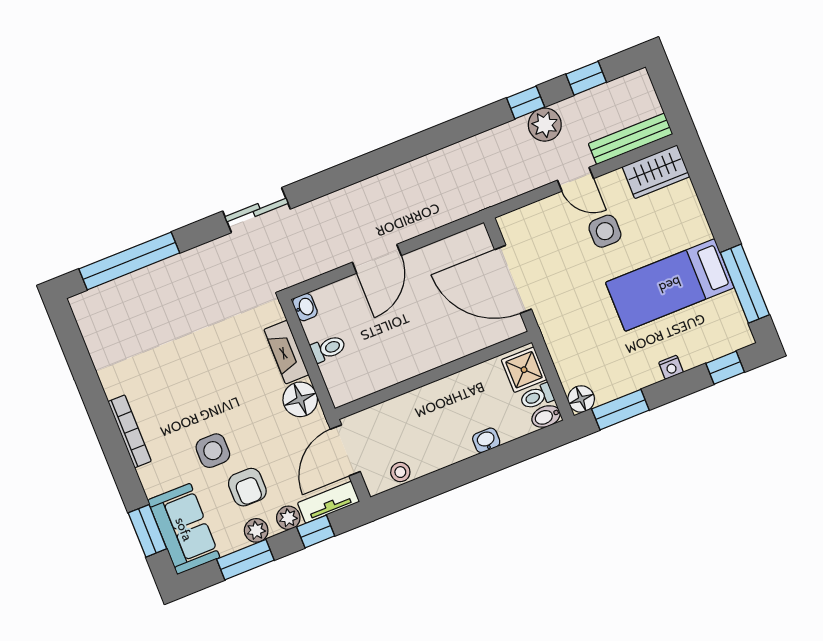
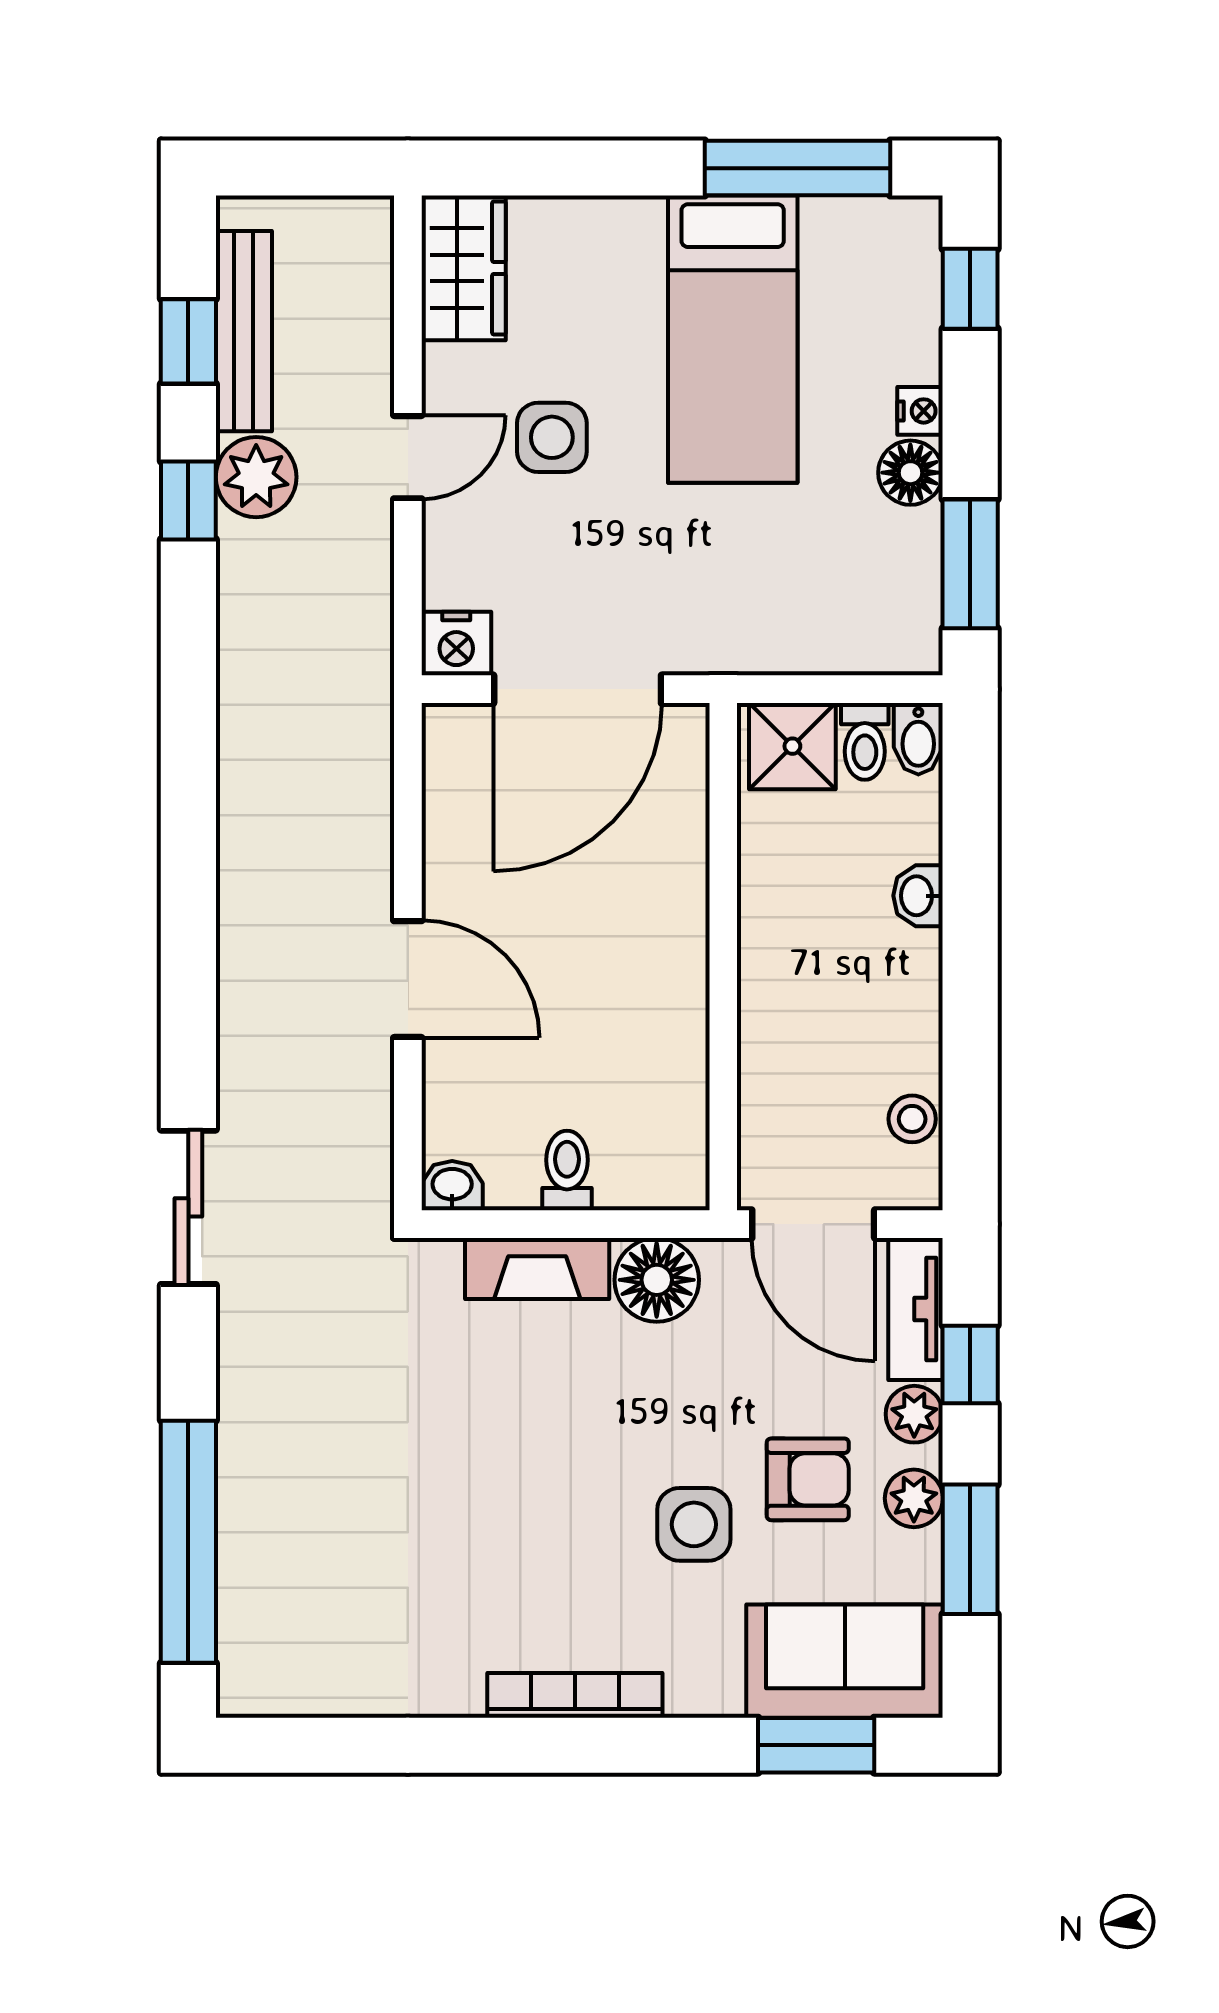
bench: (631, 139) -> (244, 331), moved
nightstand: (512, 226) -> (456, 643), added
floor lamp: (581, 399) -> (910, 473), moved

